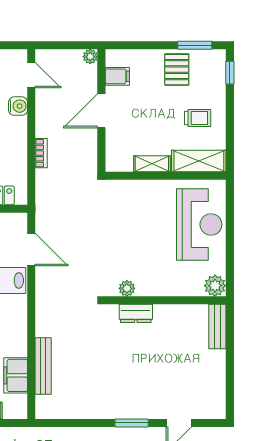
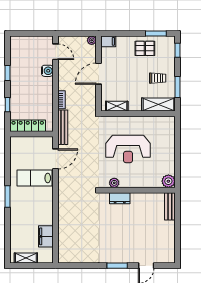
pallet: (177, 70) -> (145, 48), turned 90
filing cabinet: (117, 76) -> (108, 41), moved
window: (230, 133) -> (178, 87), added
shelving: (152, 164) -> (117, 106), moved
reception desk: (199, 224) -> (128, 149), moved, turned 90
door: (31, 249) -> (55, 159), hinge flipped
bench: (43, 366) -> (63, 127), moved

